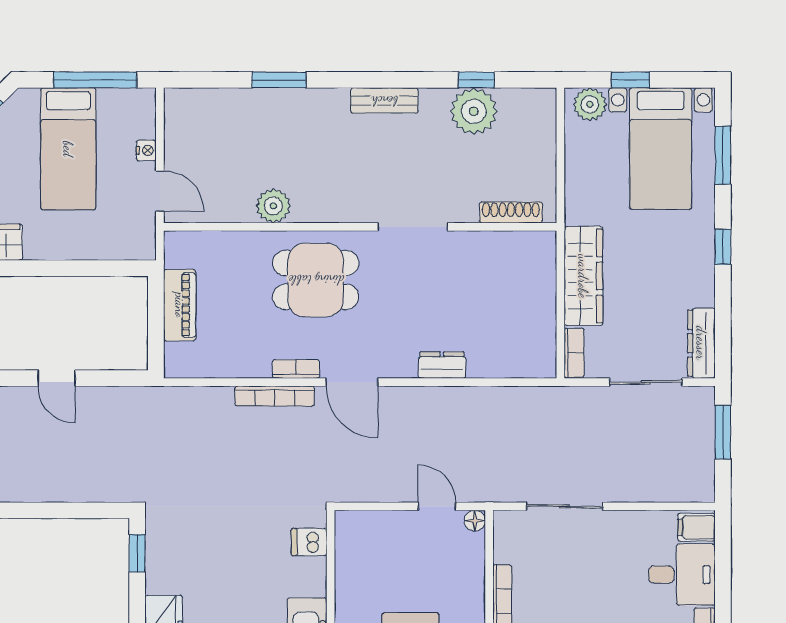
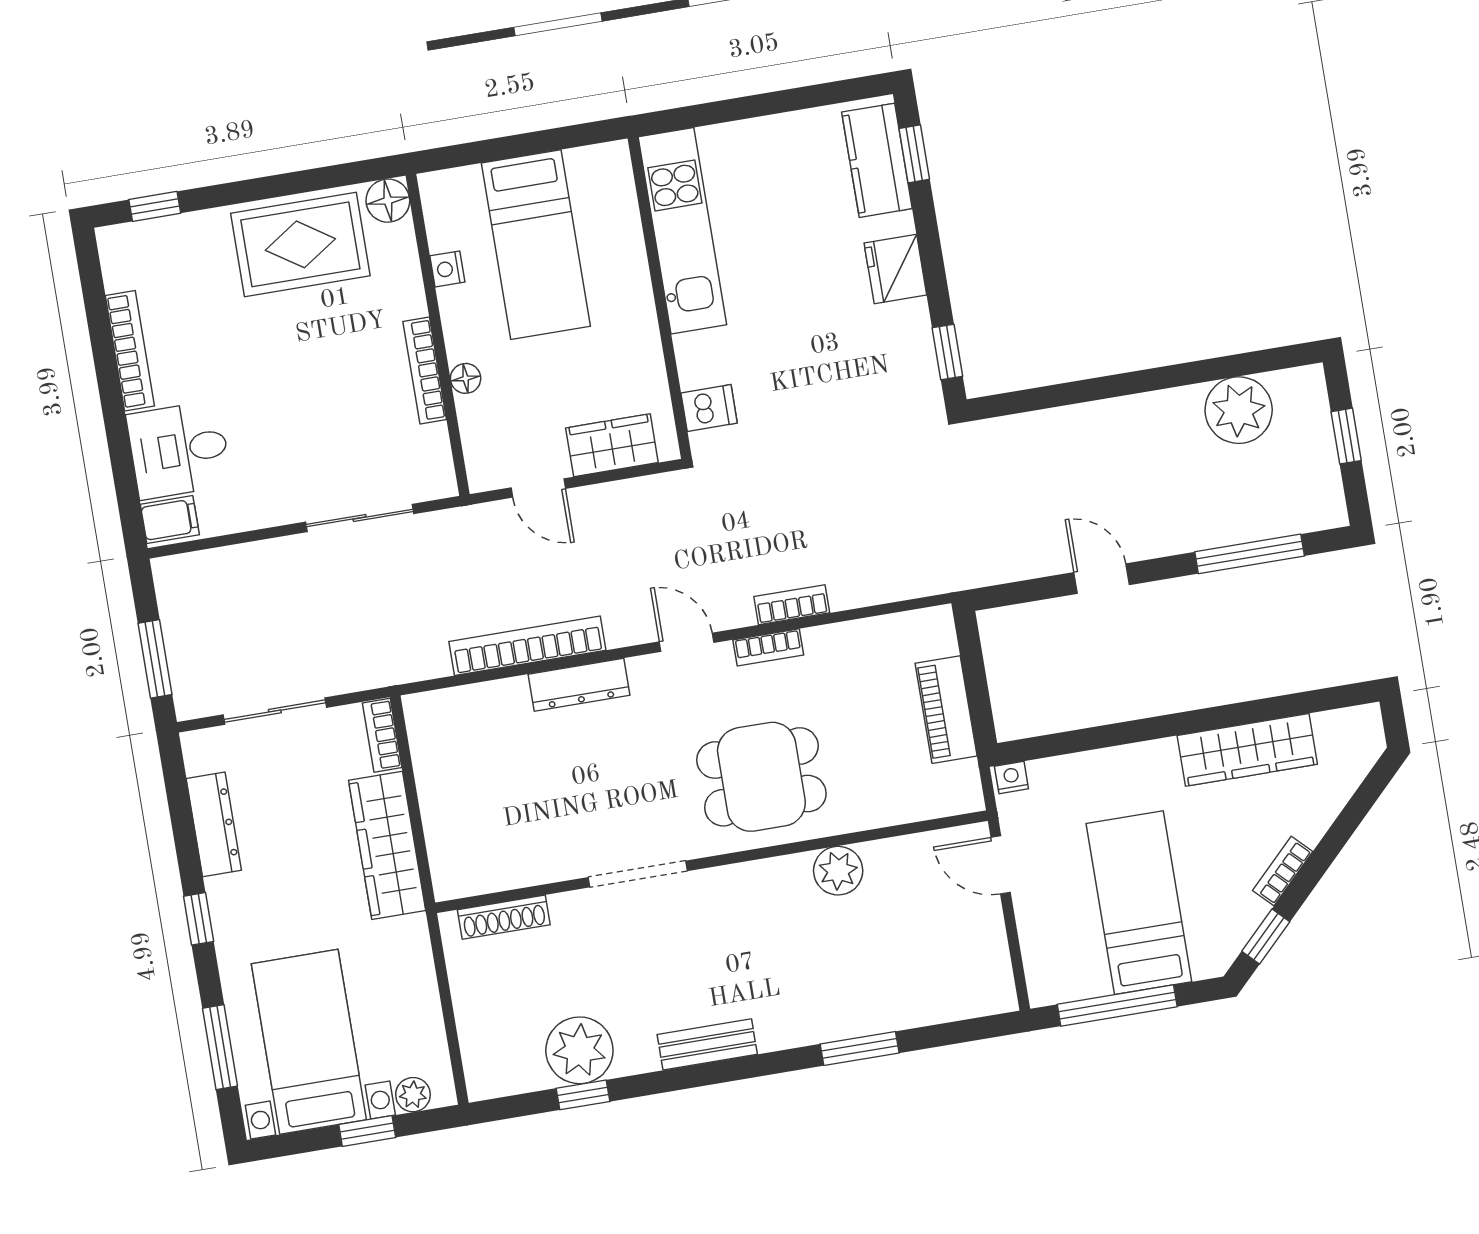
plant: (590, 104) -> (413, 1095), width x0.73, depth x0.73
nightstand: (146, 150) -> (1011, 777), moved, turned 90
dresser: (701, 343) -> (214, 824), moved
dresser: (442, 365) -> (579, 685), width x1.44
door: (352, 382) -> (687, 642), width x0.73
bookcase: (275, 396) -> (792, 605), width x0.64
bookcase: (463, 398) -> (527, 646), added
floor lamp: (475, 521) -> (466, 378), moved
wardrobe: (381, 528) -> (612, 445), added

